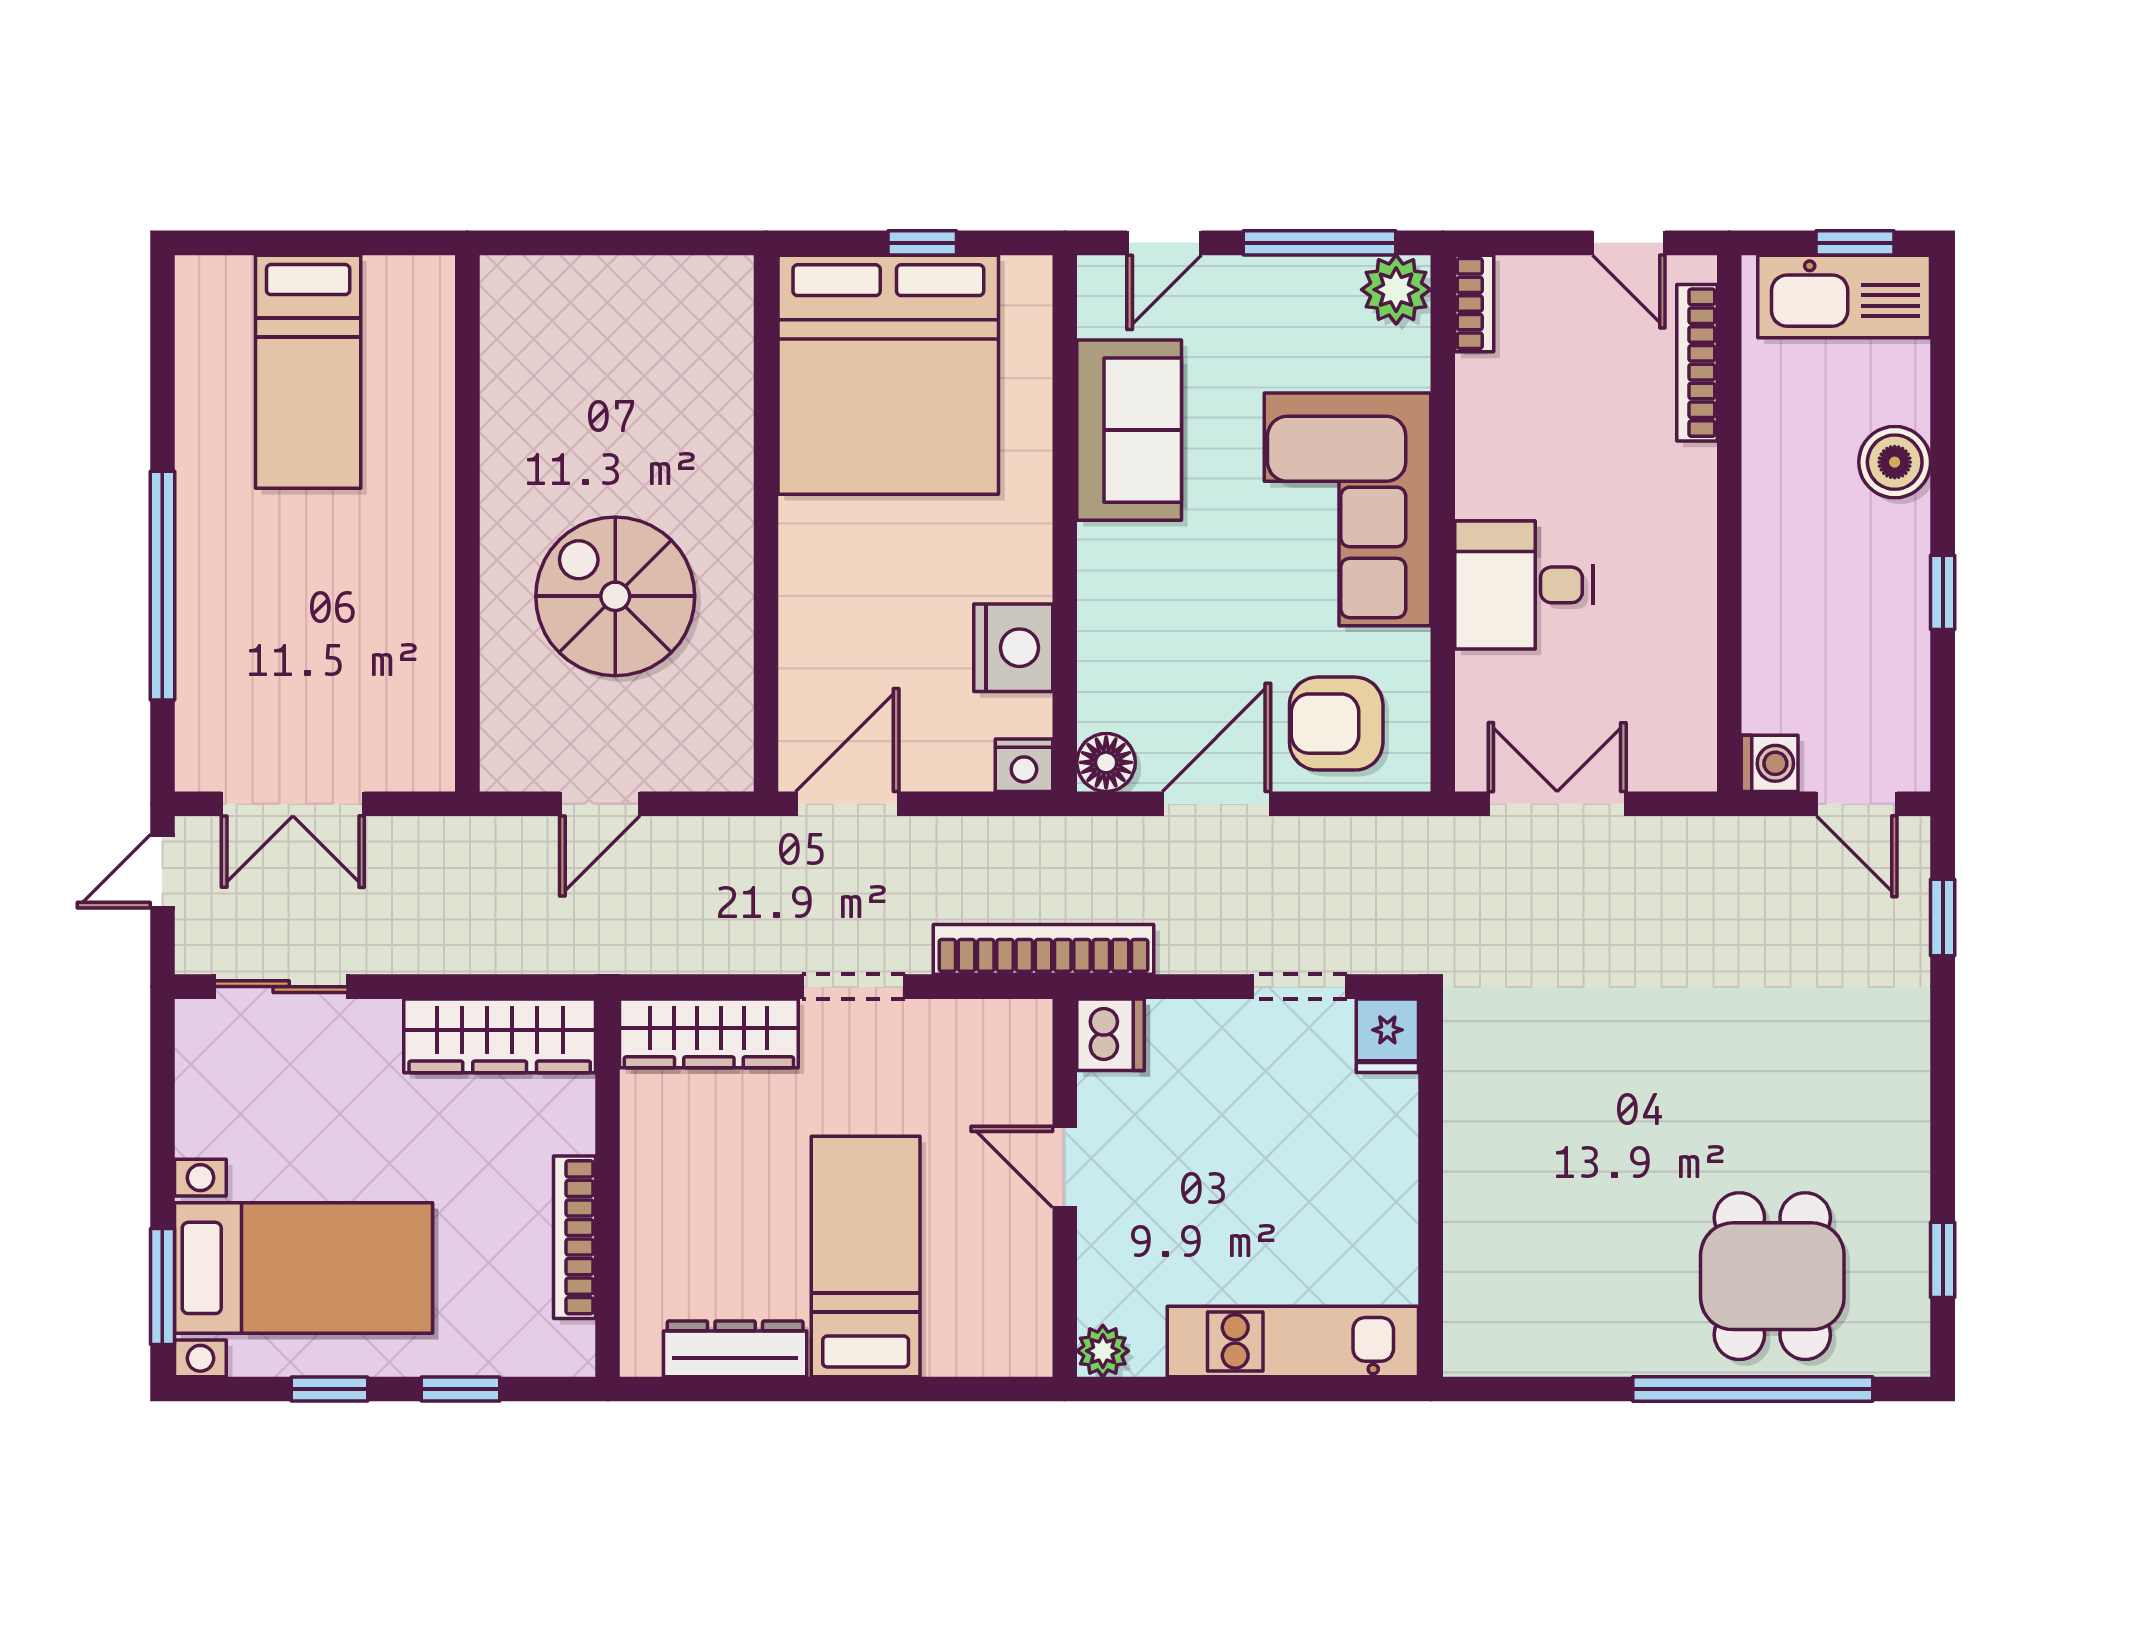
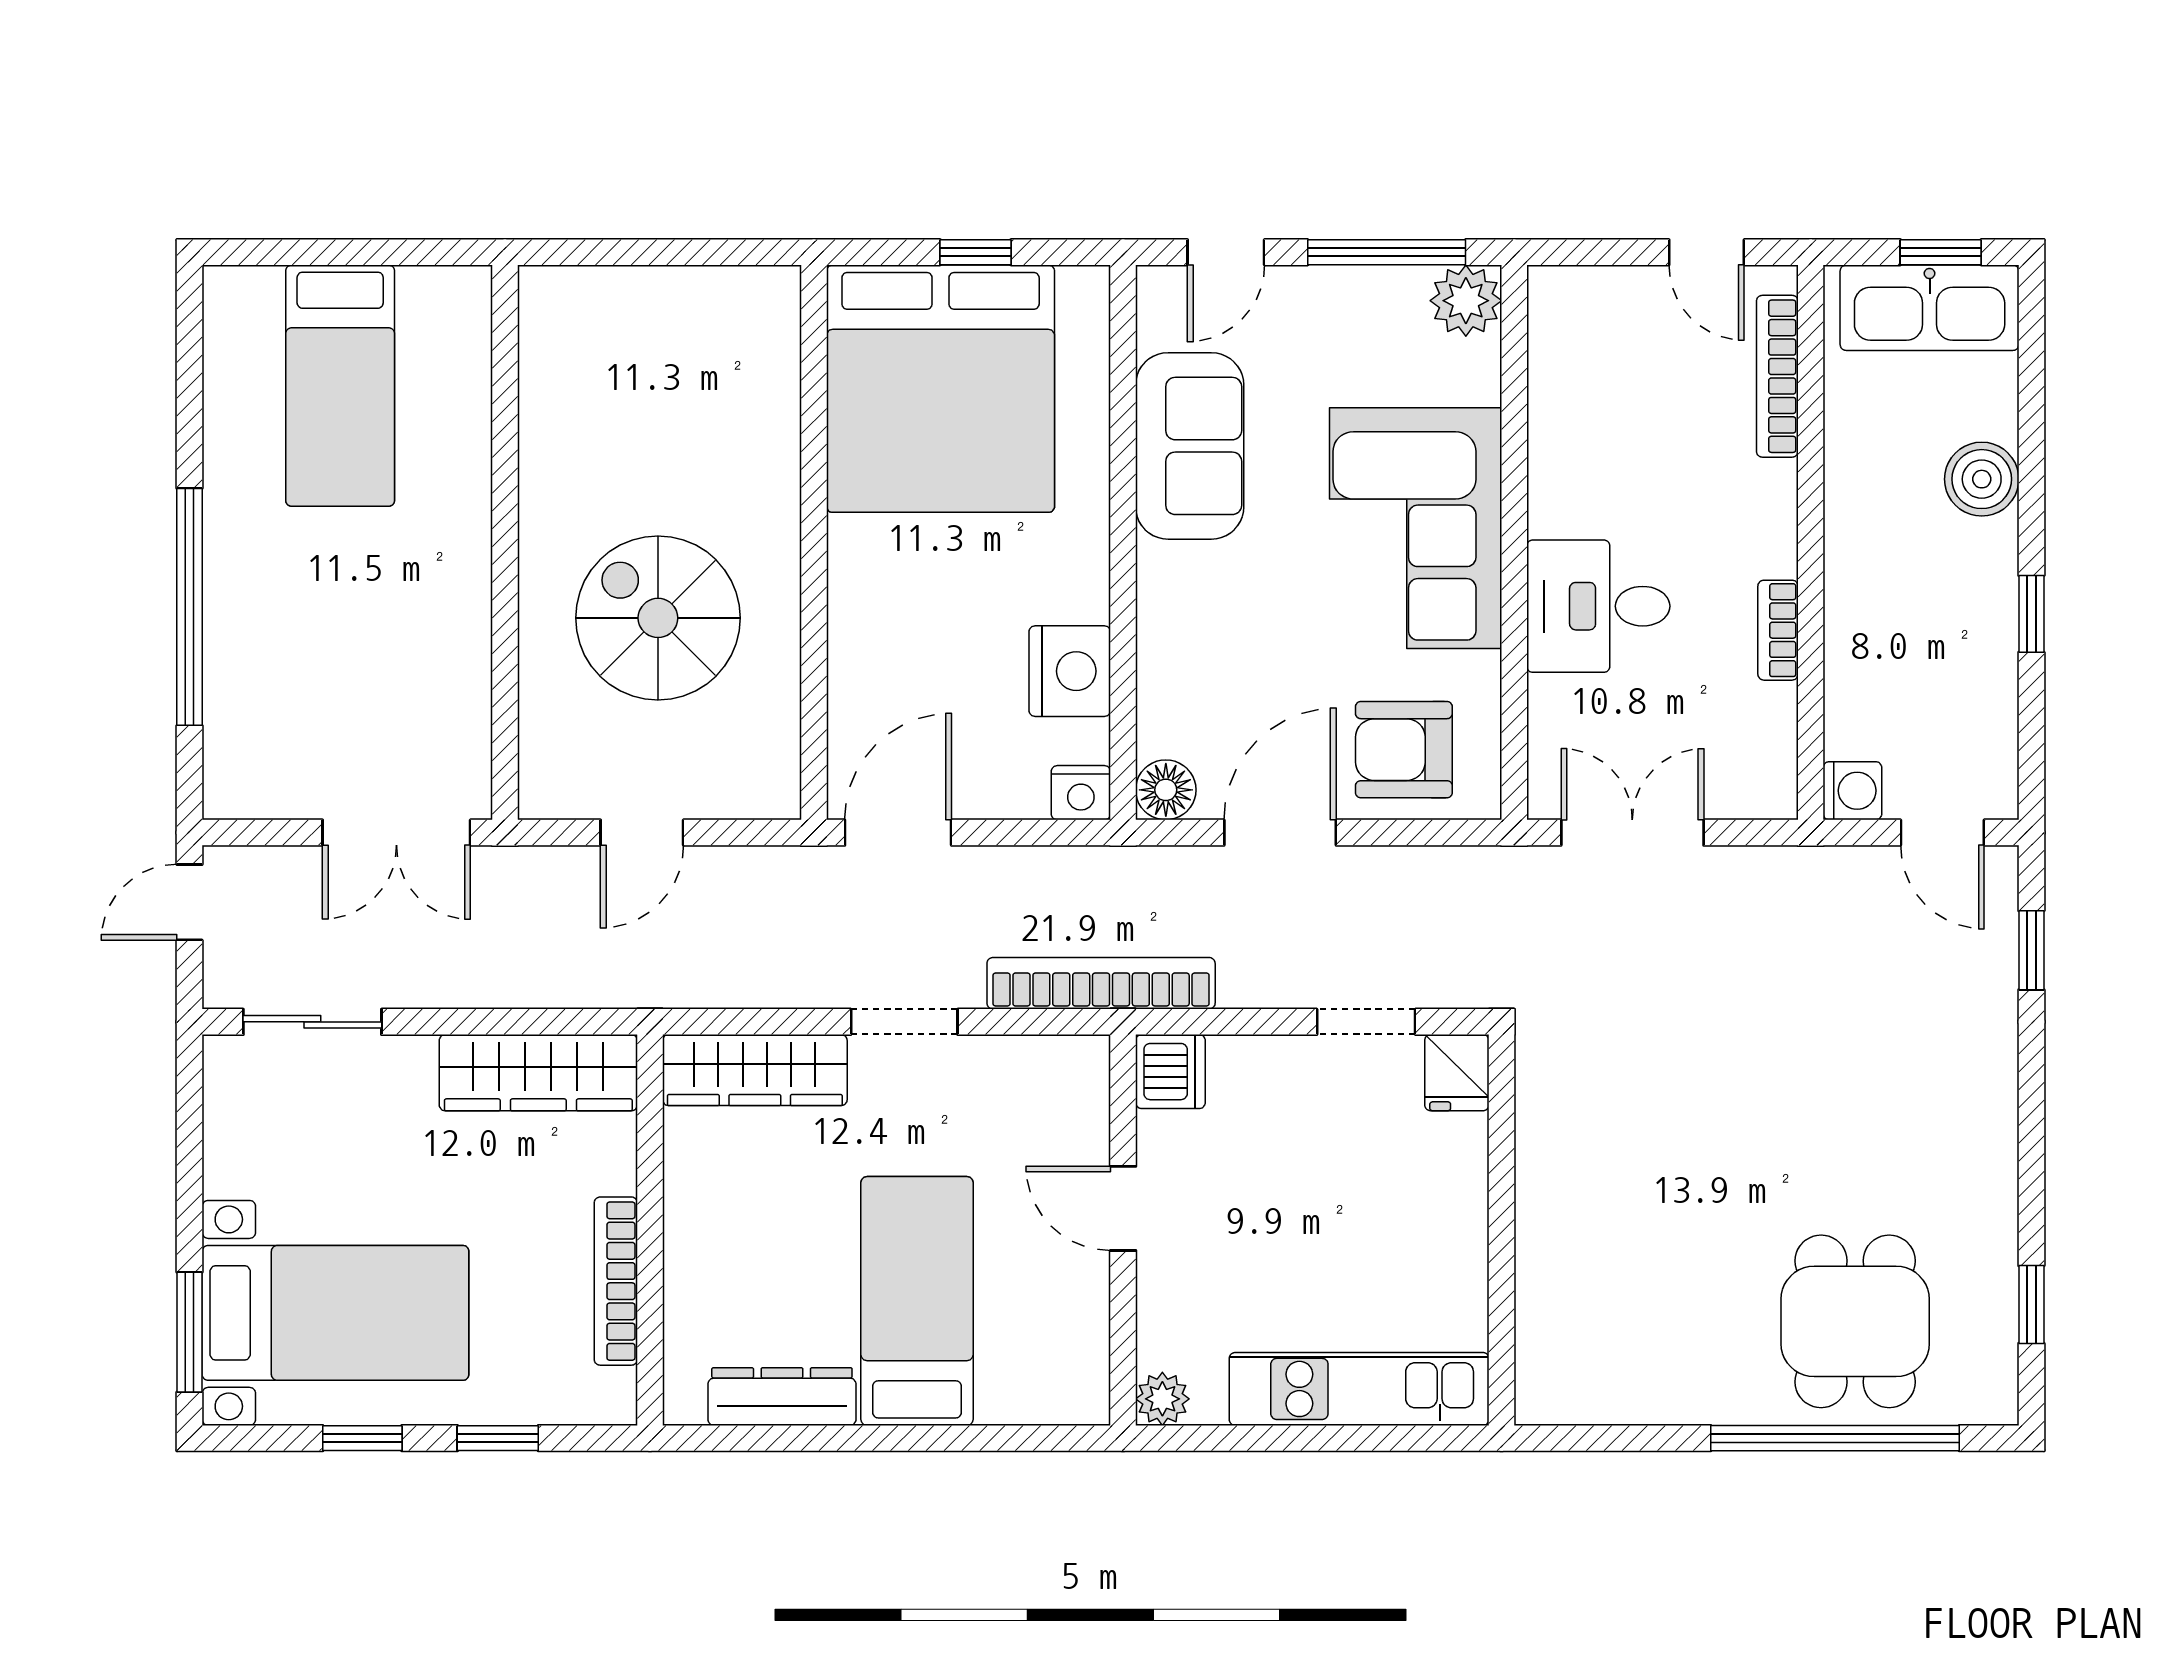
bookcase: (1474, 303) -> (1778, 630), moved, turned 180
double door: (293, 804) -> (396, 833), moved

